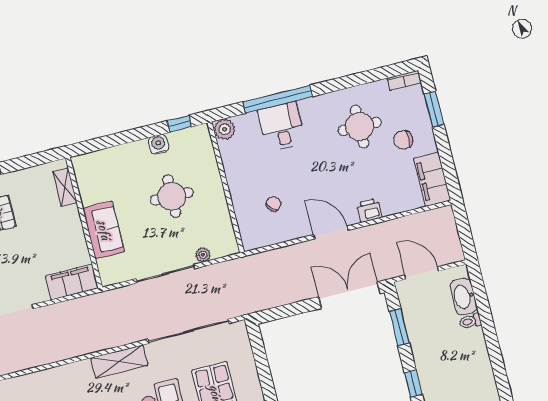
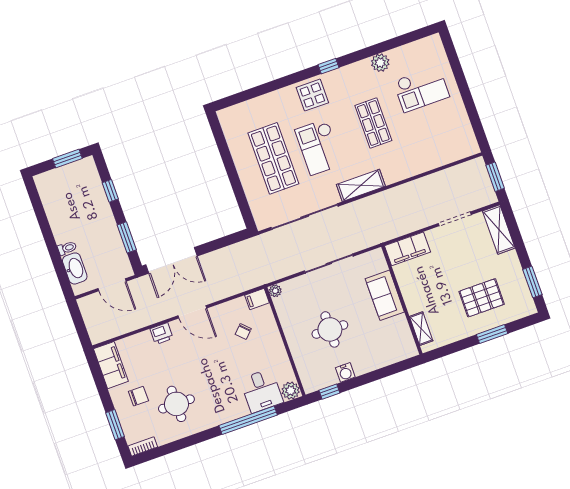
desk: (282, 127) -> (262, 391), moved
filing cabinet: (254, 240) -> (257, 299), added
plant: (203, 255) -> (275, 291), moved

